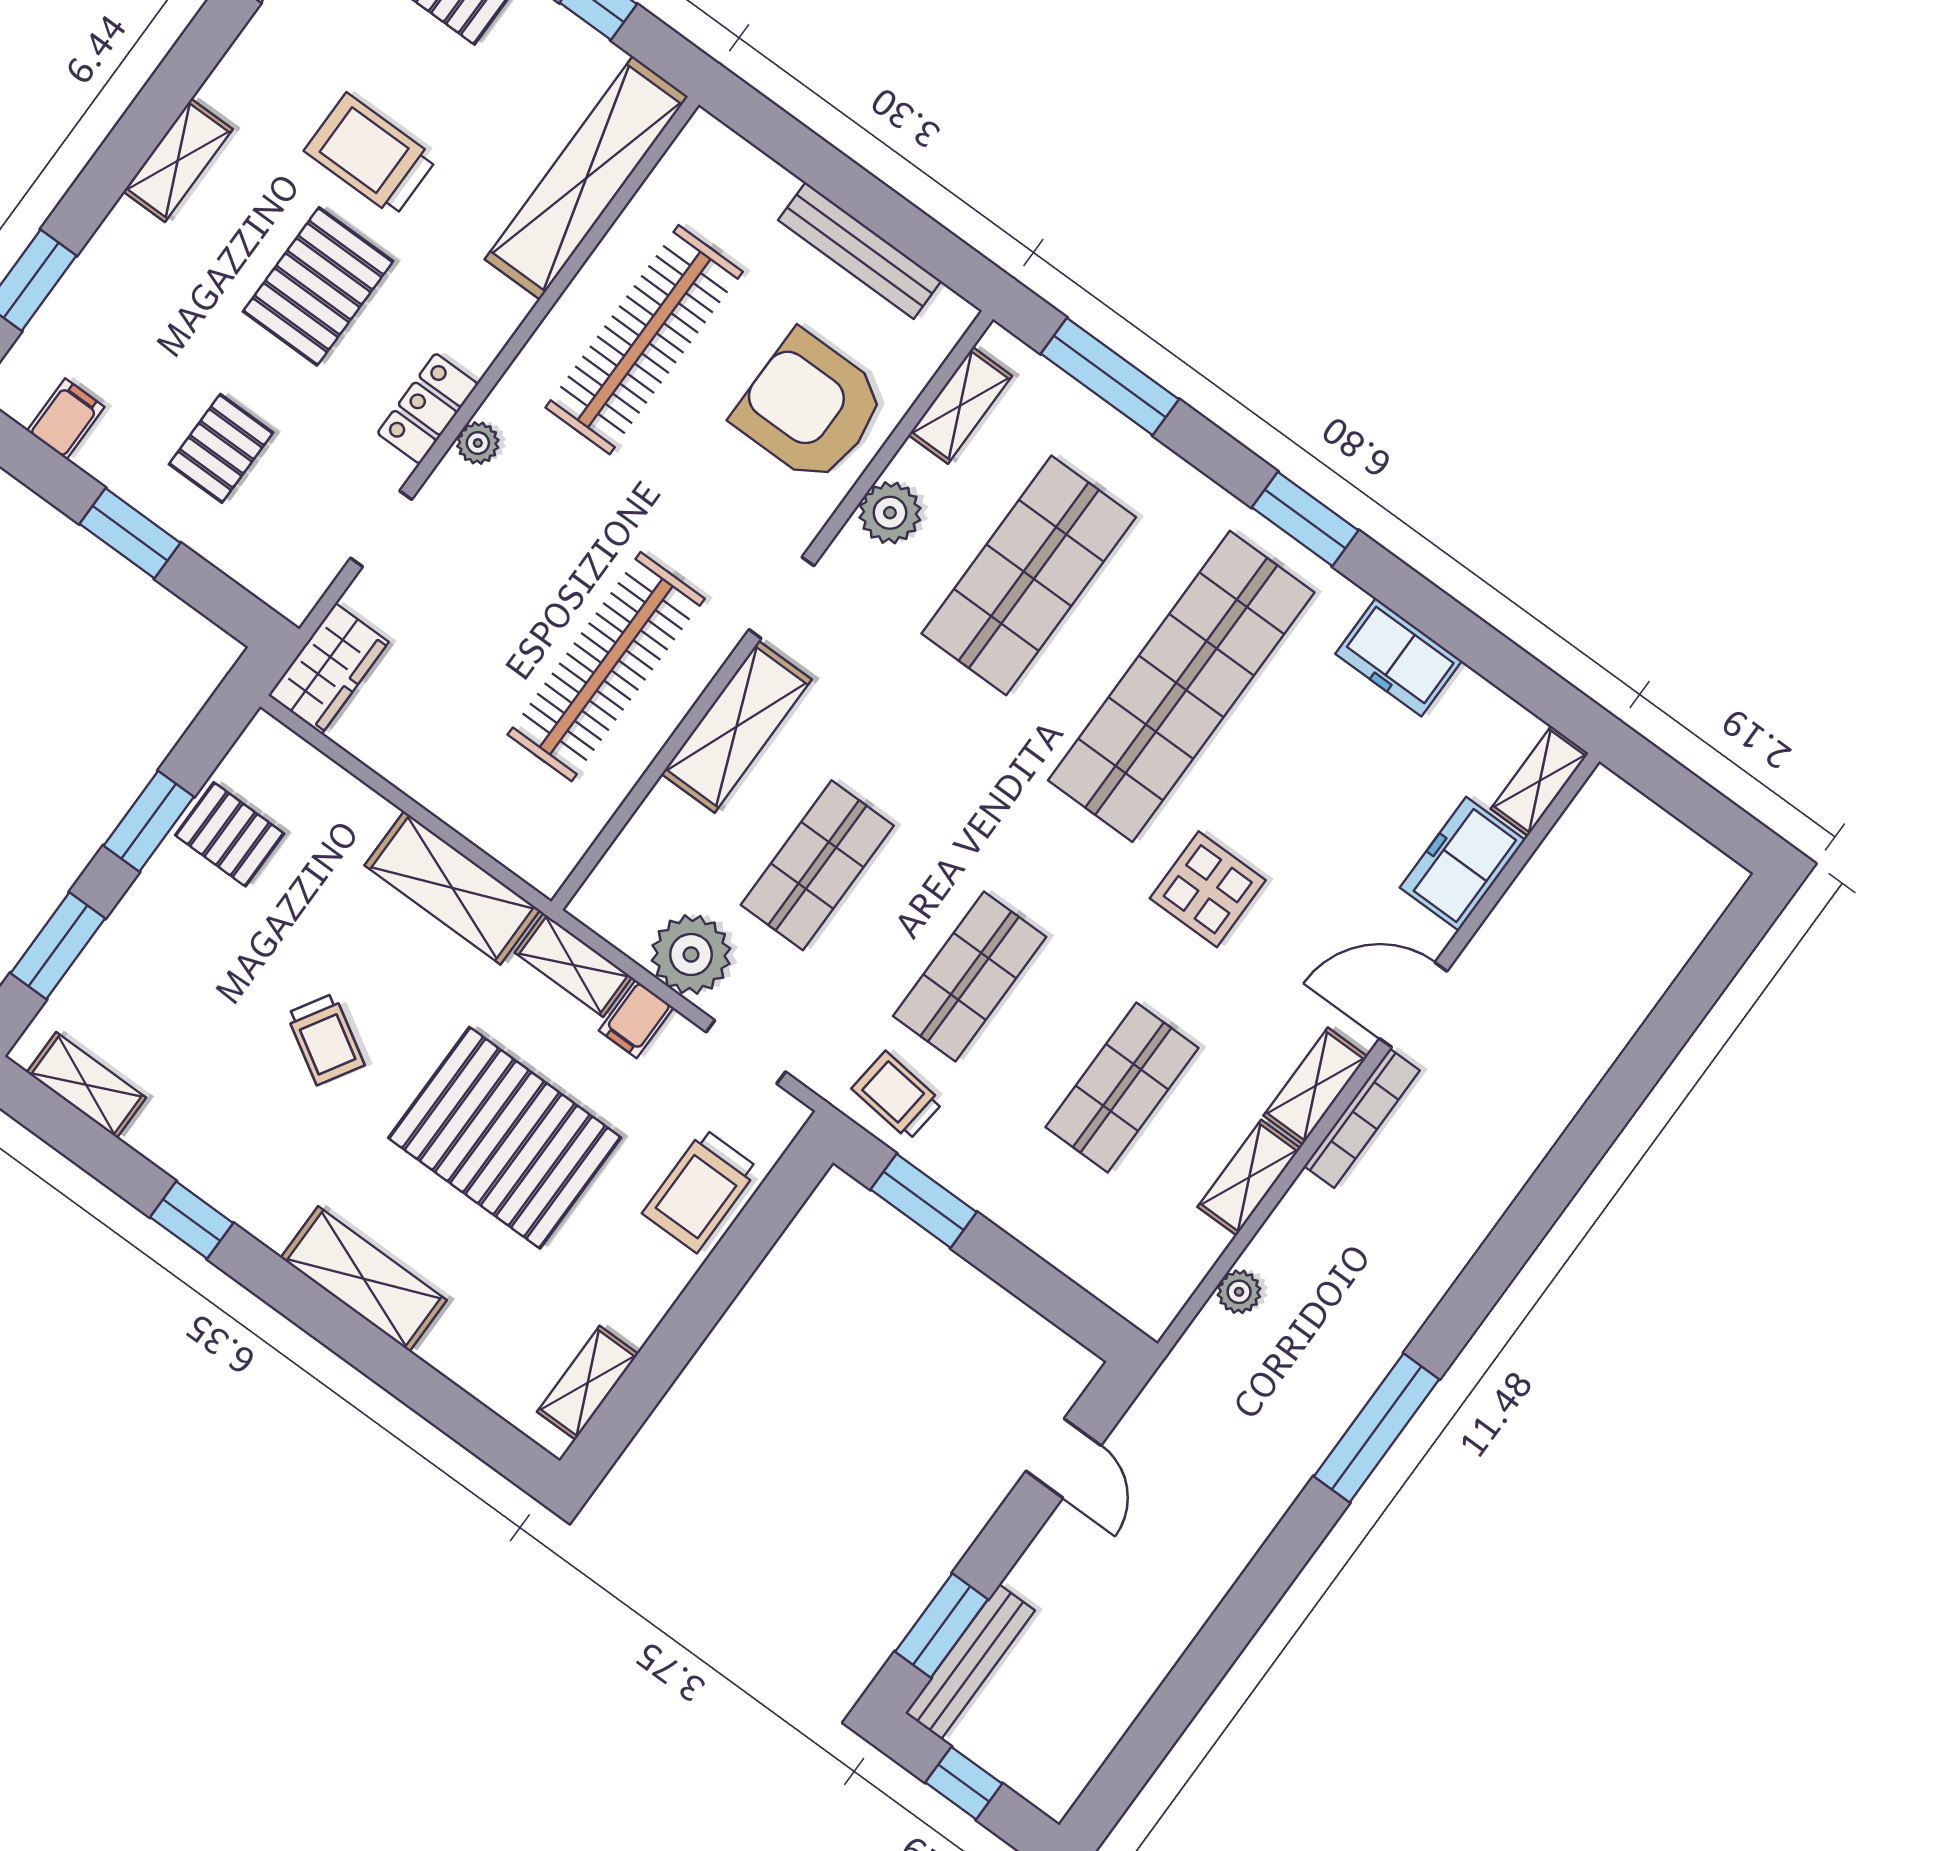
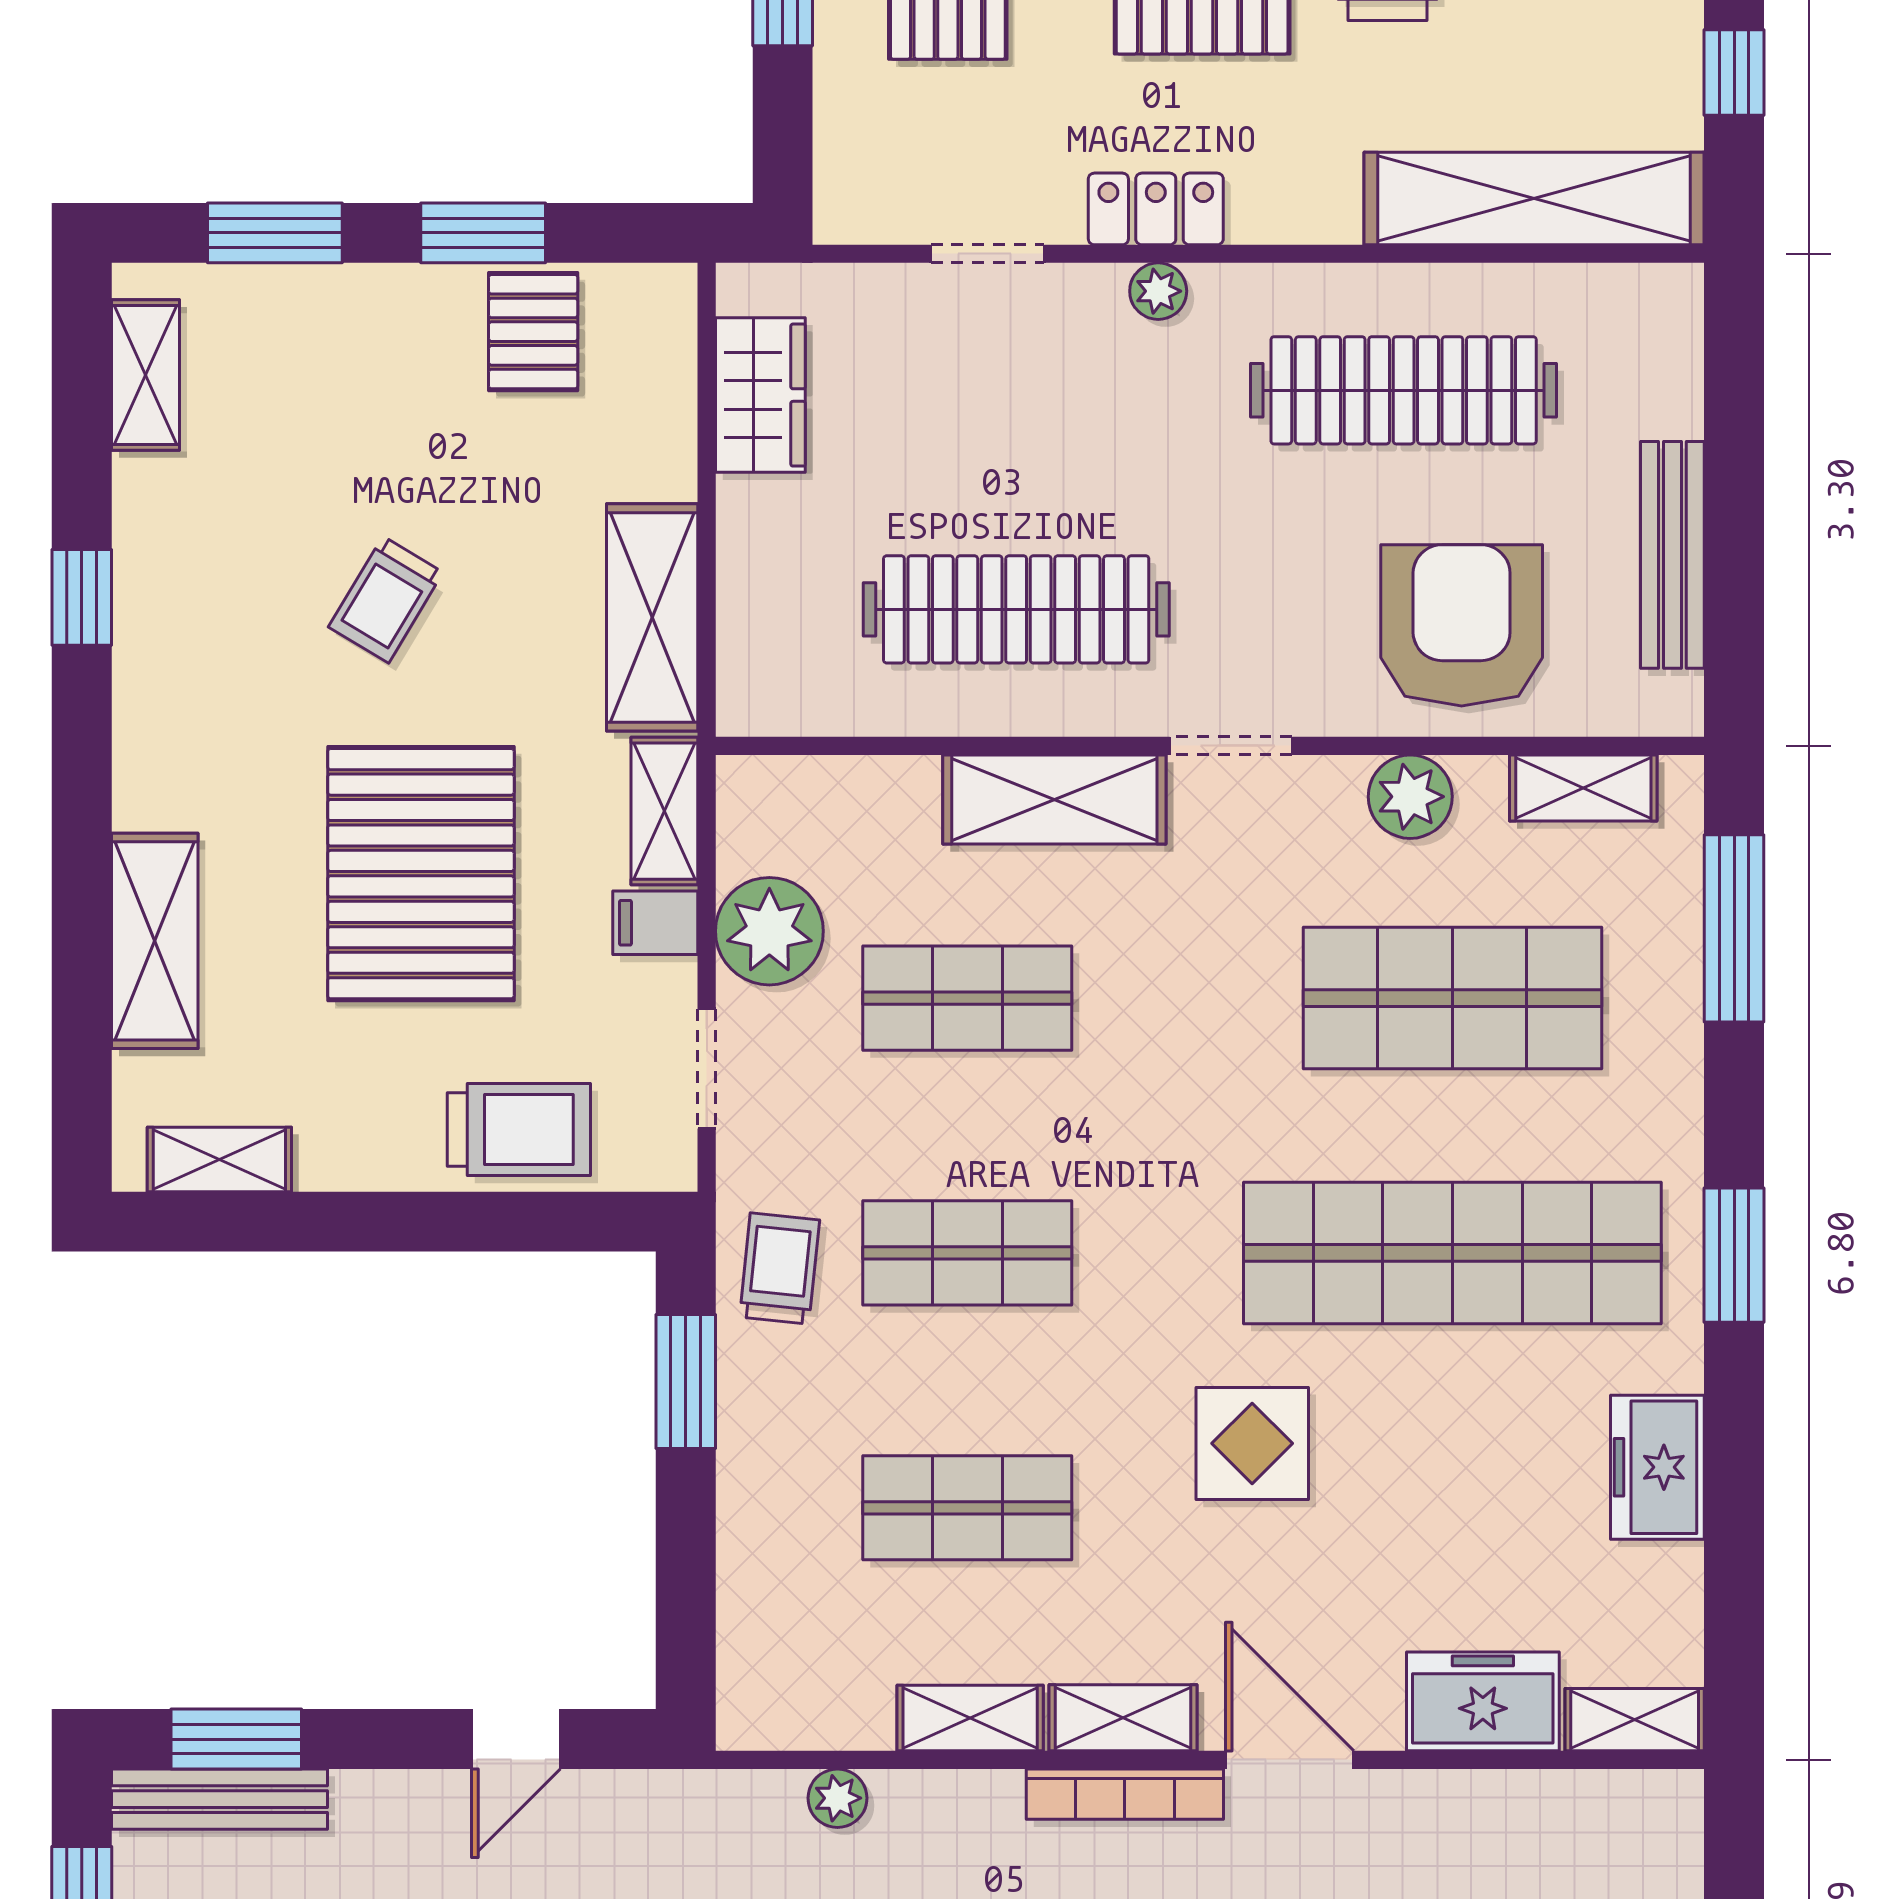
wardrobe: (328, 669) -> (760, 395), moved, turned -90
trolley: (700, 1191) -> (519, 1130), turned 180
shelving: (364, 1279) -> (155, 941), moved

